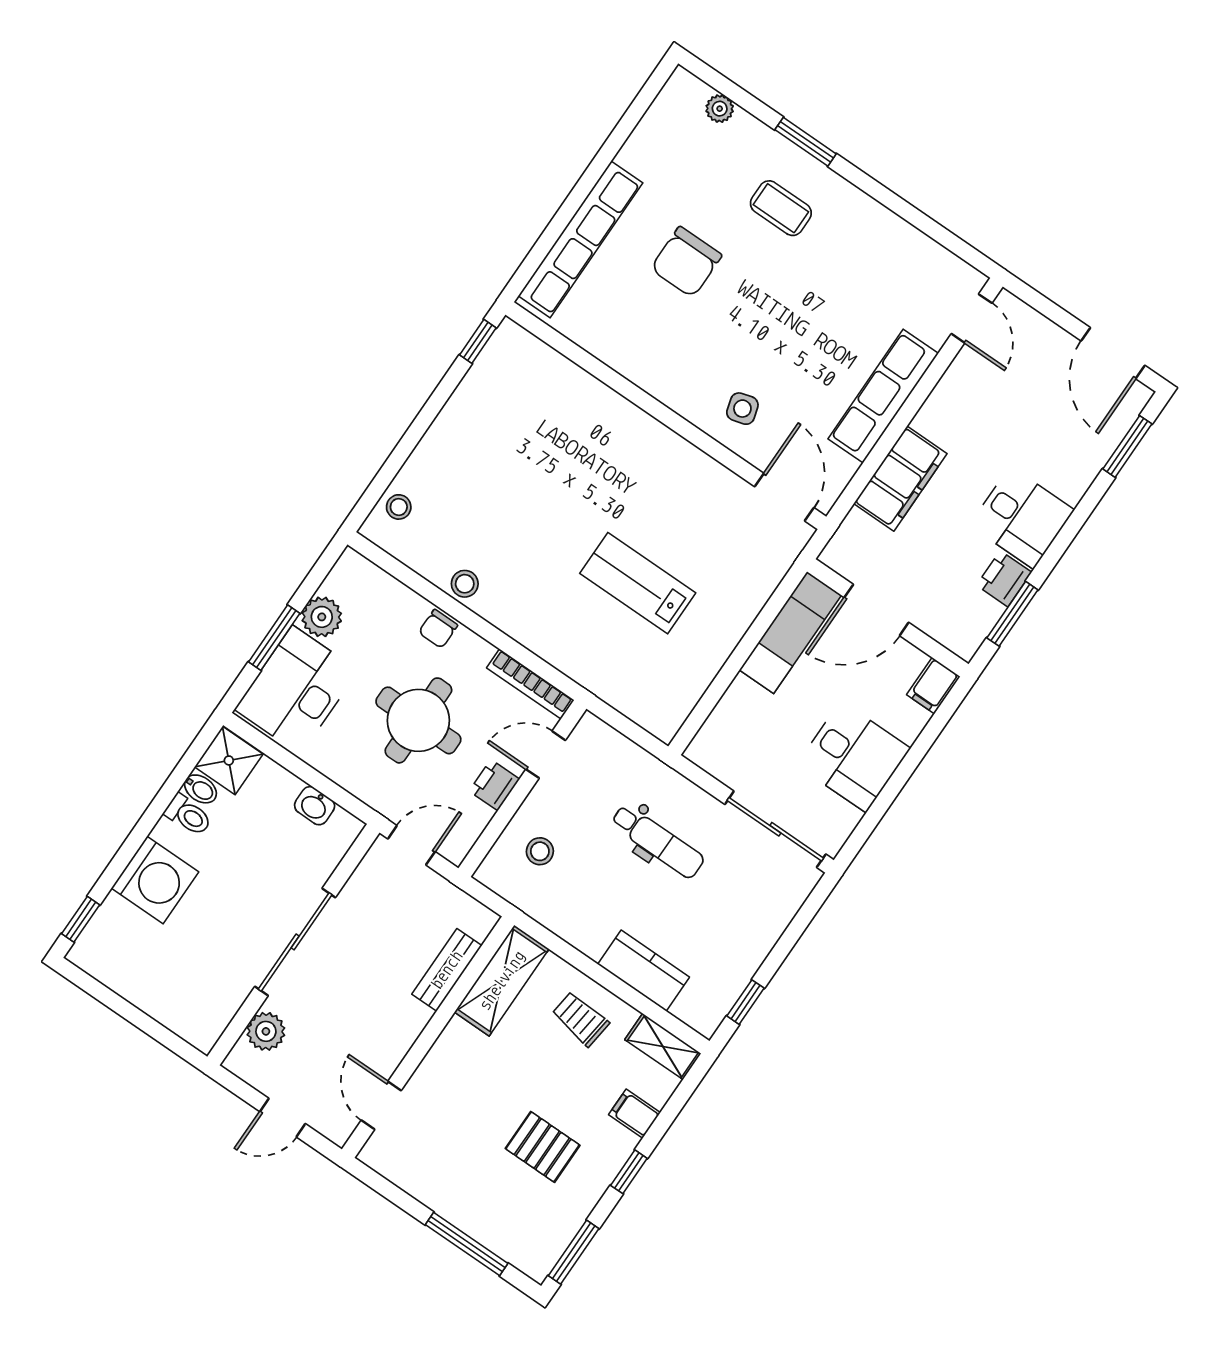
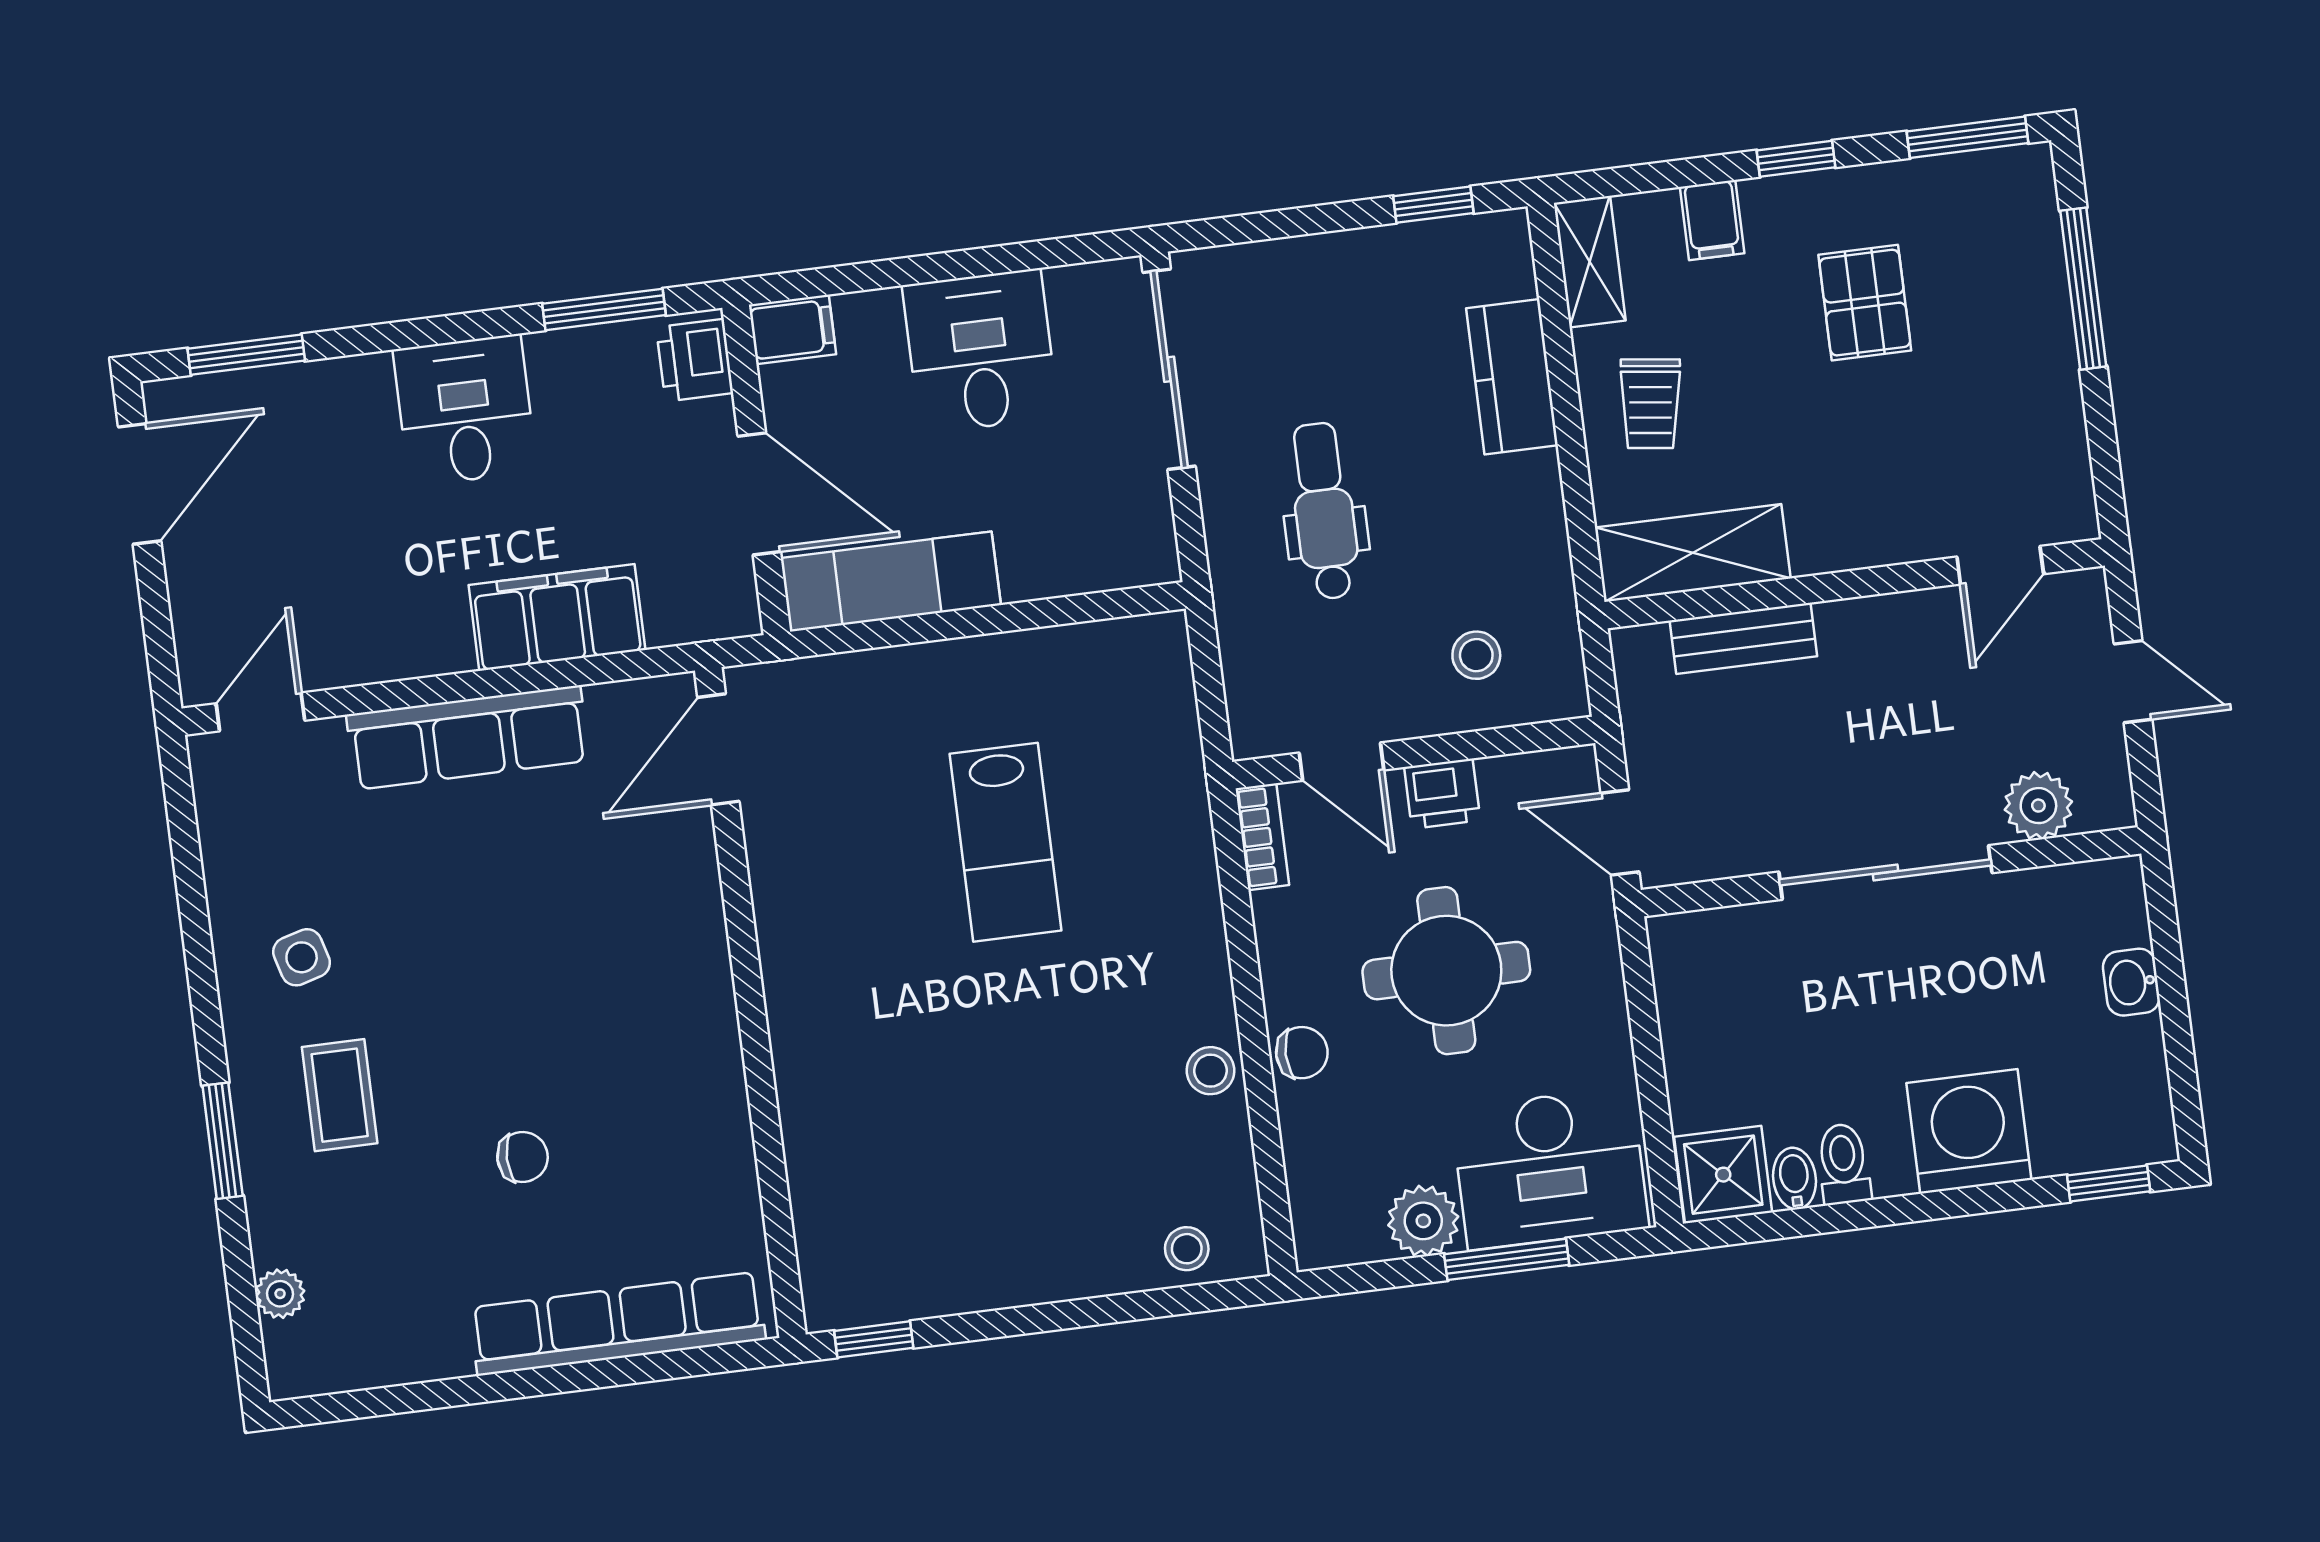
chair: (686, 262) -> (523, 1157), width x0.54, depth x0.54
side table: (742, 409) -> (302, 957), moved
printer: (1004, 579) -> (695, 360), moved, turned 90
bookcase: (530, 684) -> (1262, 837), width x0.64
washbasin: (315, 806) -> (2131, 982), moved, turned 180

